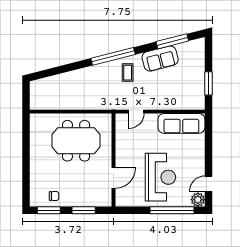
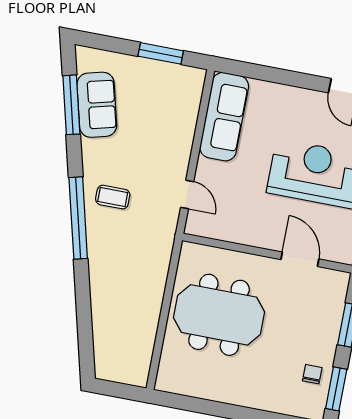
sofa: (160, 59) -> (97, 105), moved
meeting table: (76, 141) -> (219, 315), turned 90

